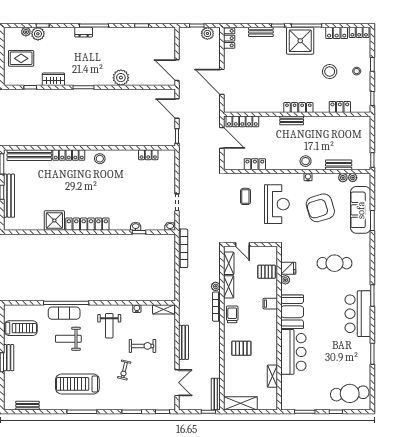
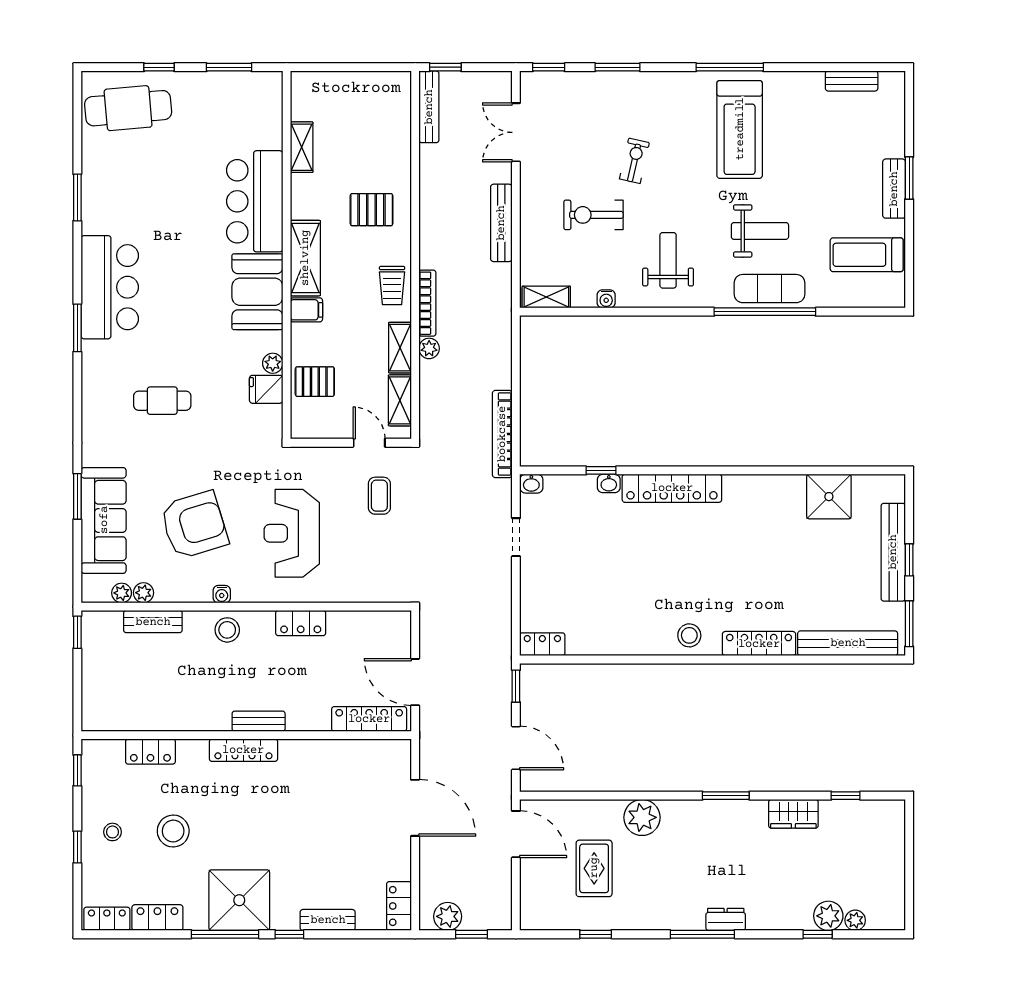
rug: (21, 58) -> (594, 868), moved, turned 90
locker: (148, 155) -> (542, 644), moved
locker: (255, 164) -> (301, 623), moved
coffee table: (245, 196) -> (379, 496), moved
shower: (54, 220) -> (829, 497), moved
locker: (87, 224) -> (672, 488), moved
cafe table: (335, 263) -> (162, 401), width x0.73, depth x0.74
treadmill: (77, 384) -> (740, 129), turned 90
shelving: (240, 403) -> (305, 258), moved, turned 90

